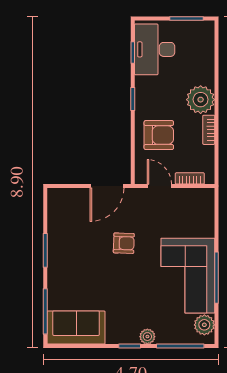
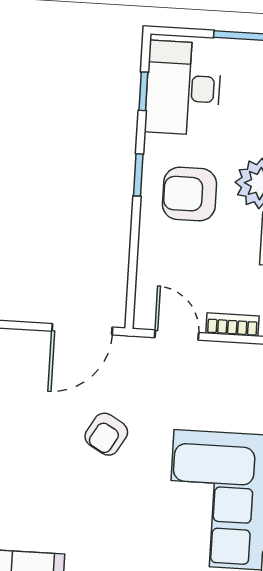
armchair: (159, 135) -> (189, 194), moved, turned 180
armchair: (124, 243) -> (106, 434), turned 118

